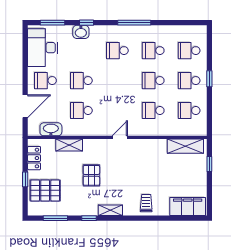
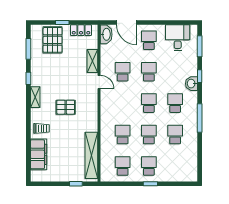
washbasin: (81, 32) -> (191, 84), moved
desk: (43, 48) -> (178, 38), width x0.73
school desk: (189, 51) -> (149, 103), moved
washbasin: (51, 129) -> (106, 34), moved
door: (120, 137) -> (99, 82), moved
shelving: (185, 146) -> (91, 155), width x1.47
pallet: (91, 175) -> (66, 107), moved
filing cabinet: (188, 207) -> (39, 154), moved

